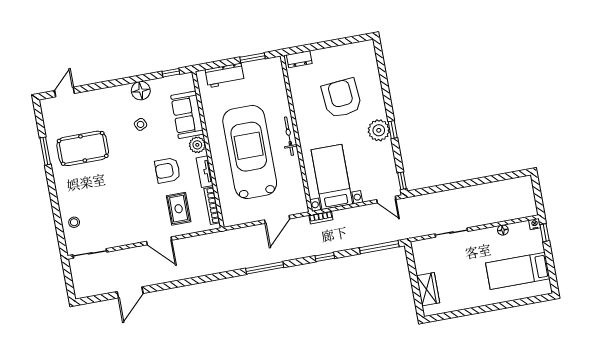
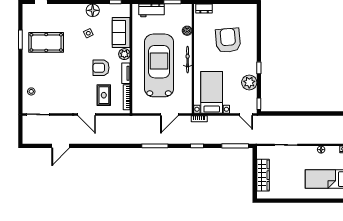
boiler: (281, 95) -> (187, 31), added
plant: (379, 130) -> (249, 82), moved
wardrobe: (428, 289) -> (263, 175), width x1.50

